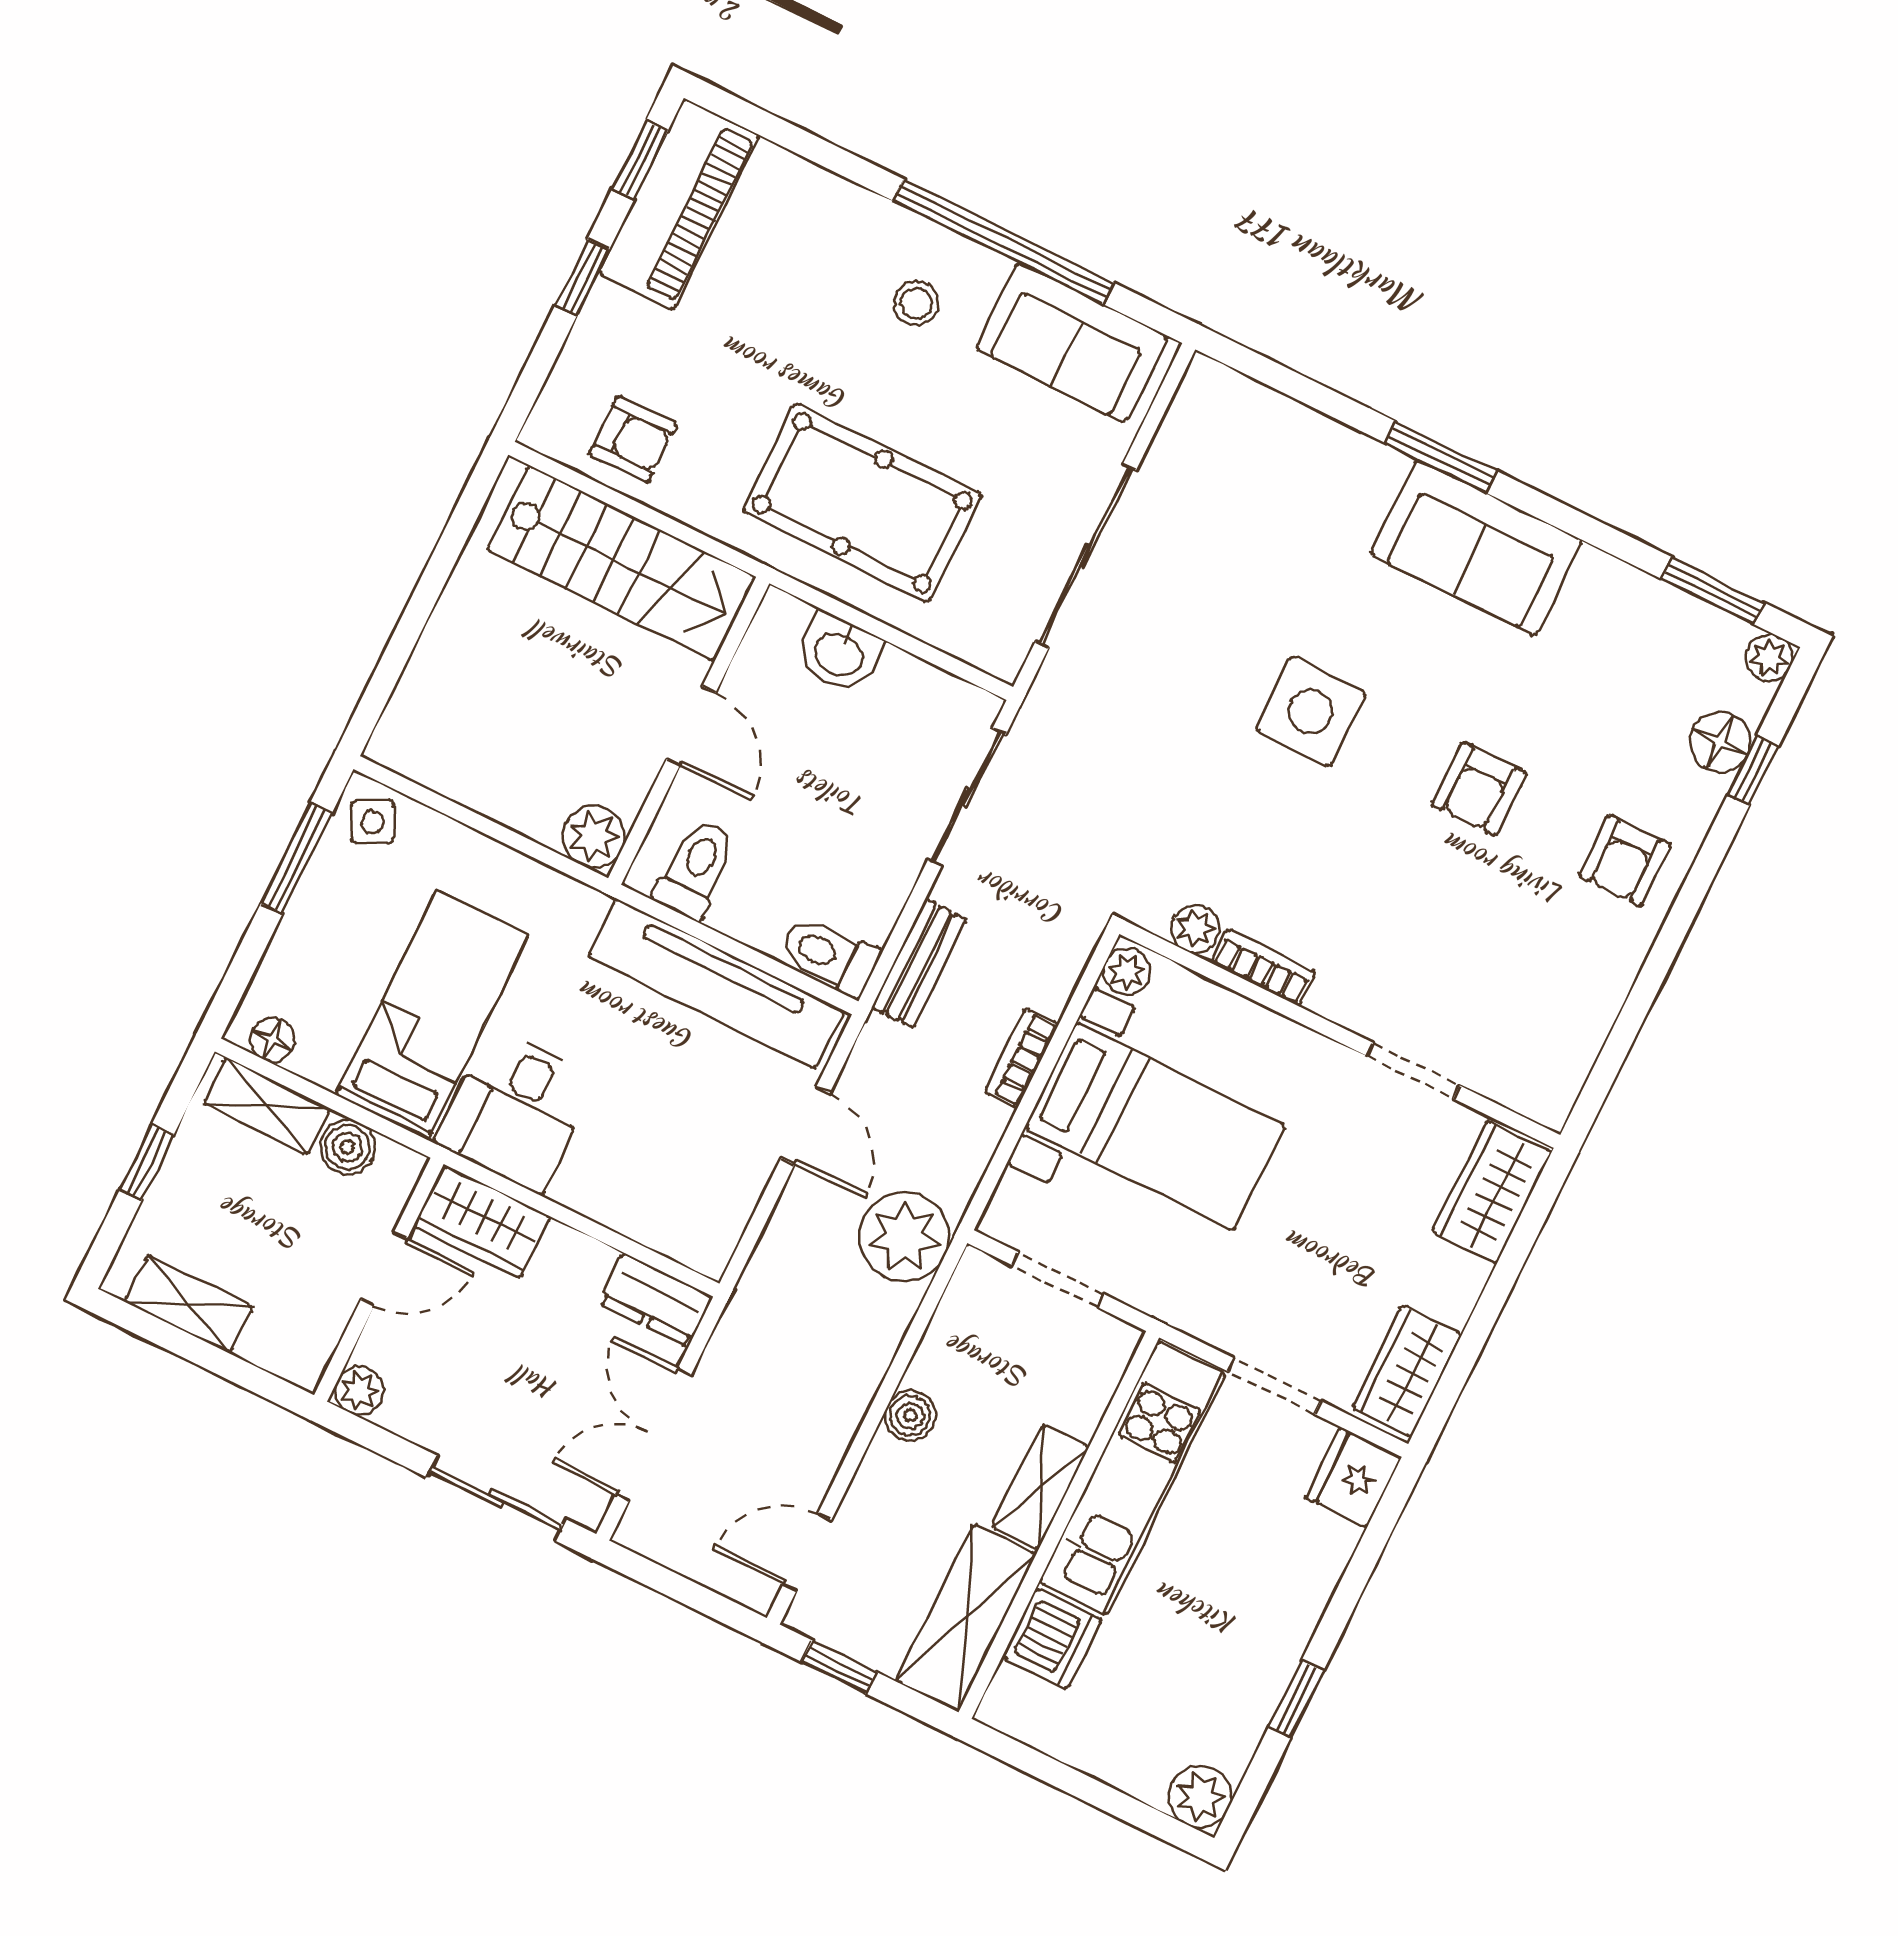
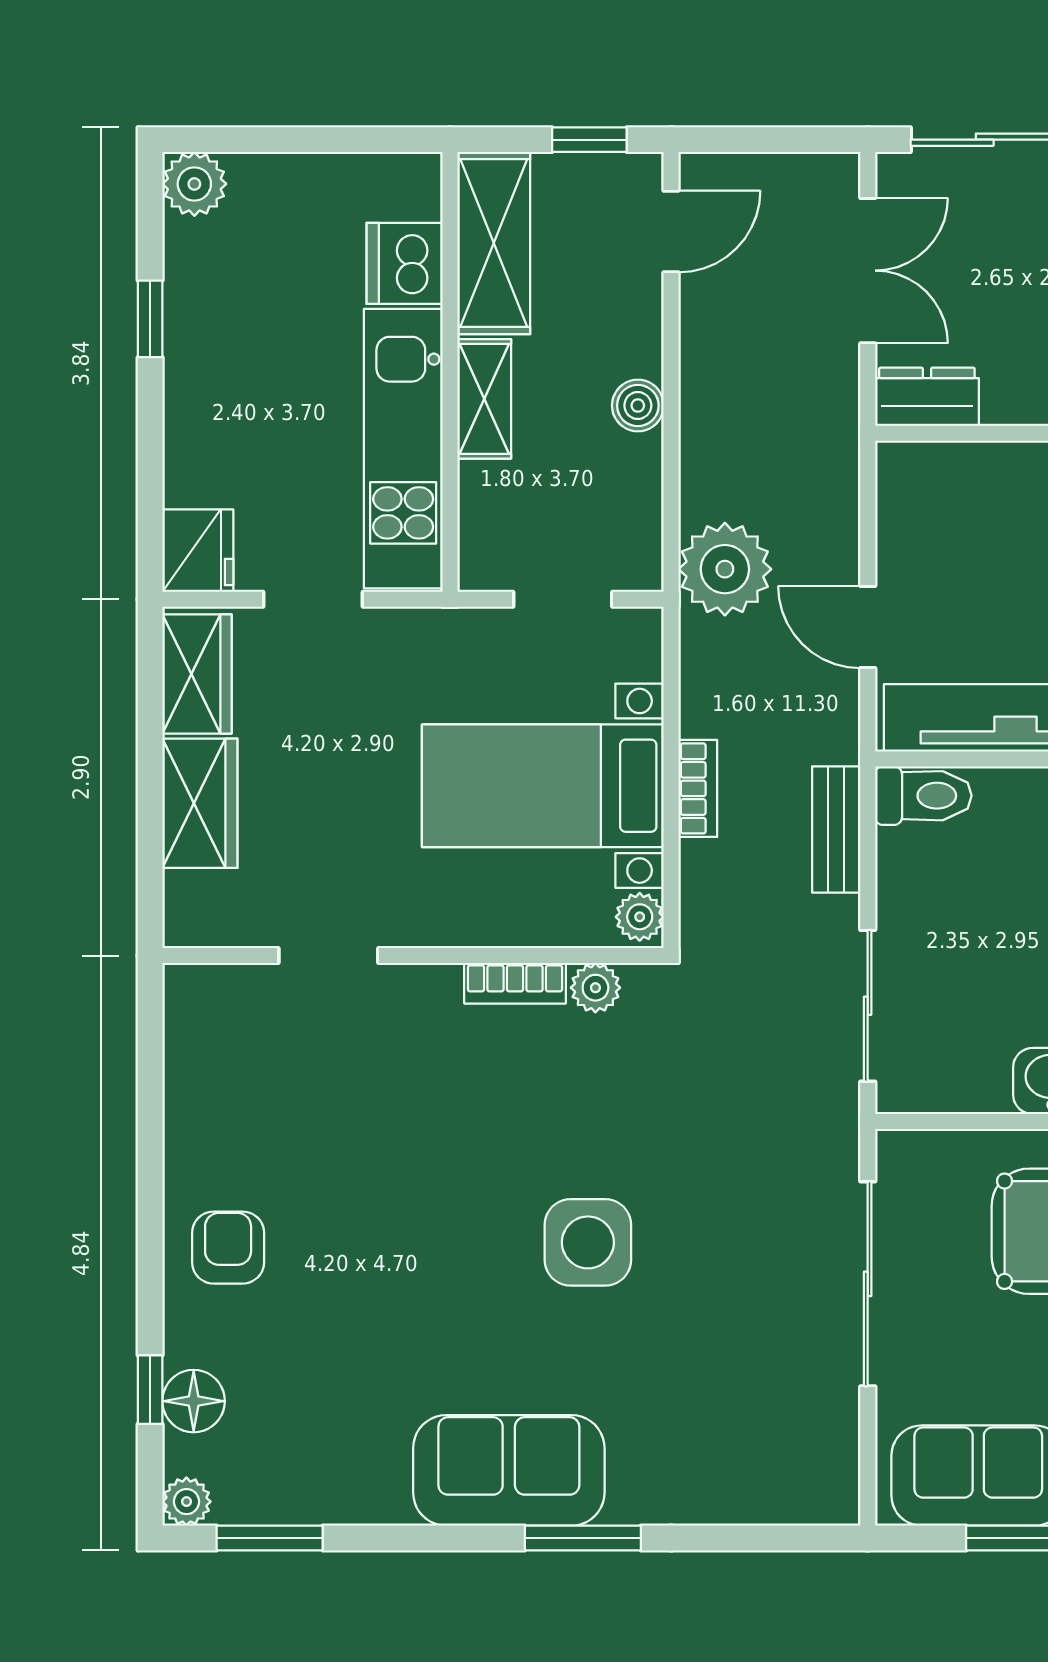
armchair: (1479, 789) -> (396, 1247), removed
wardrobe: (1492, 1192) -> (200, 803), moved

